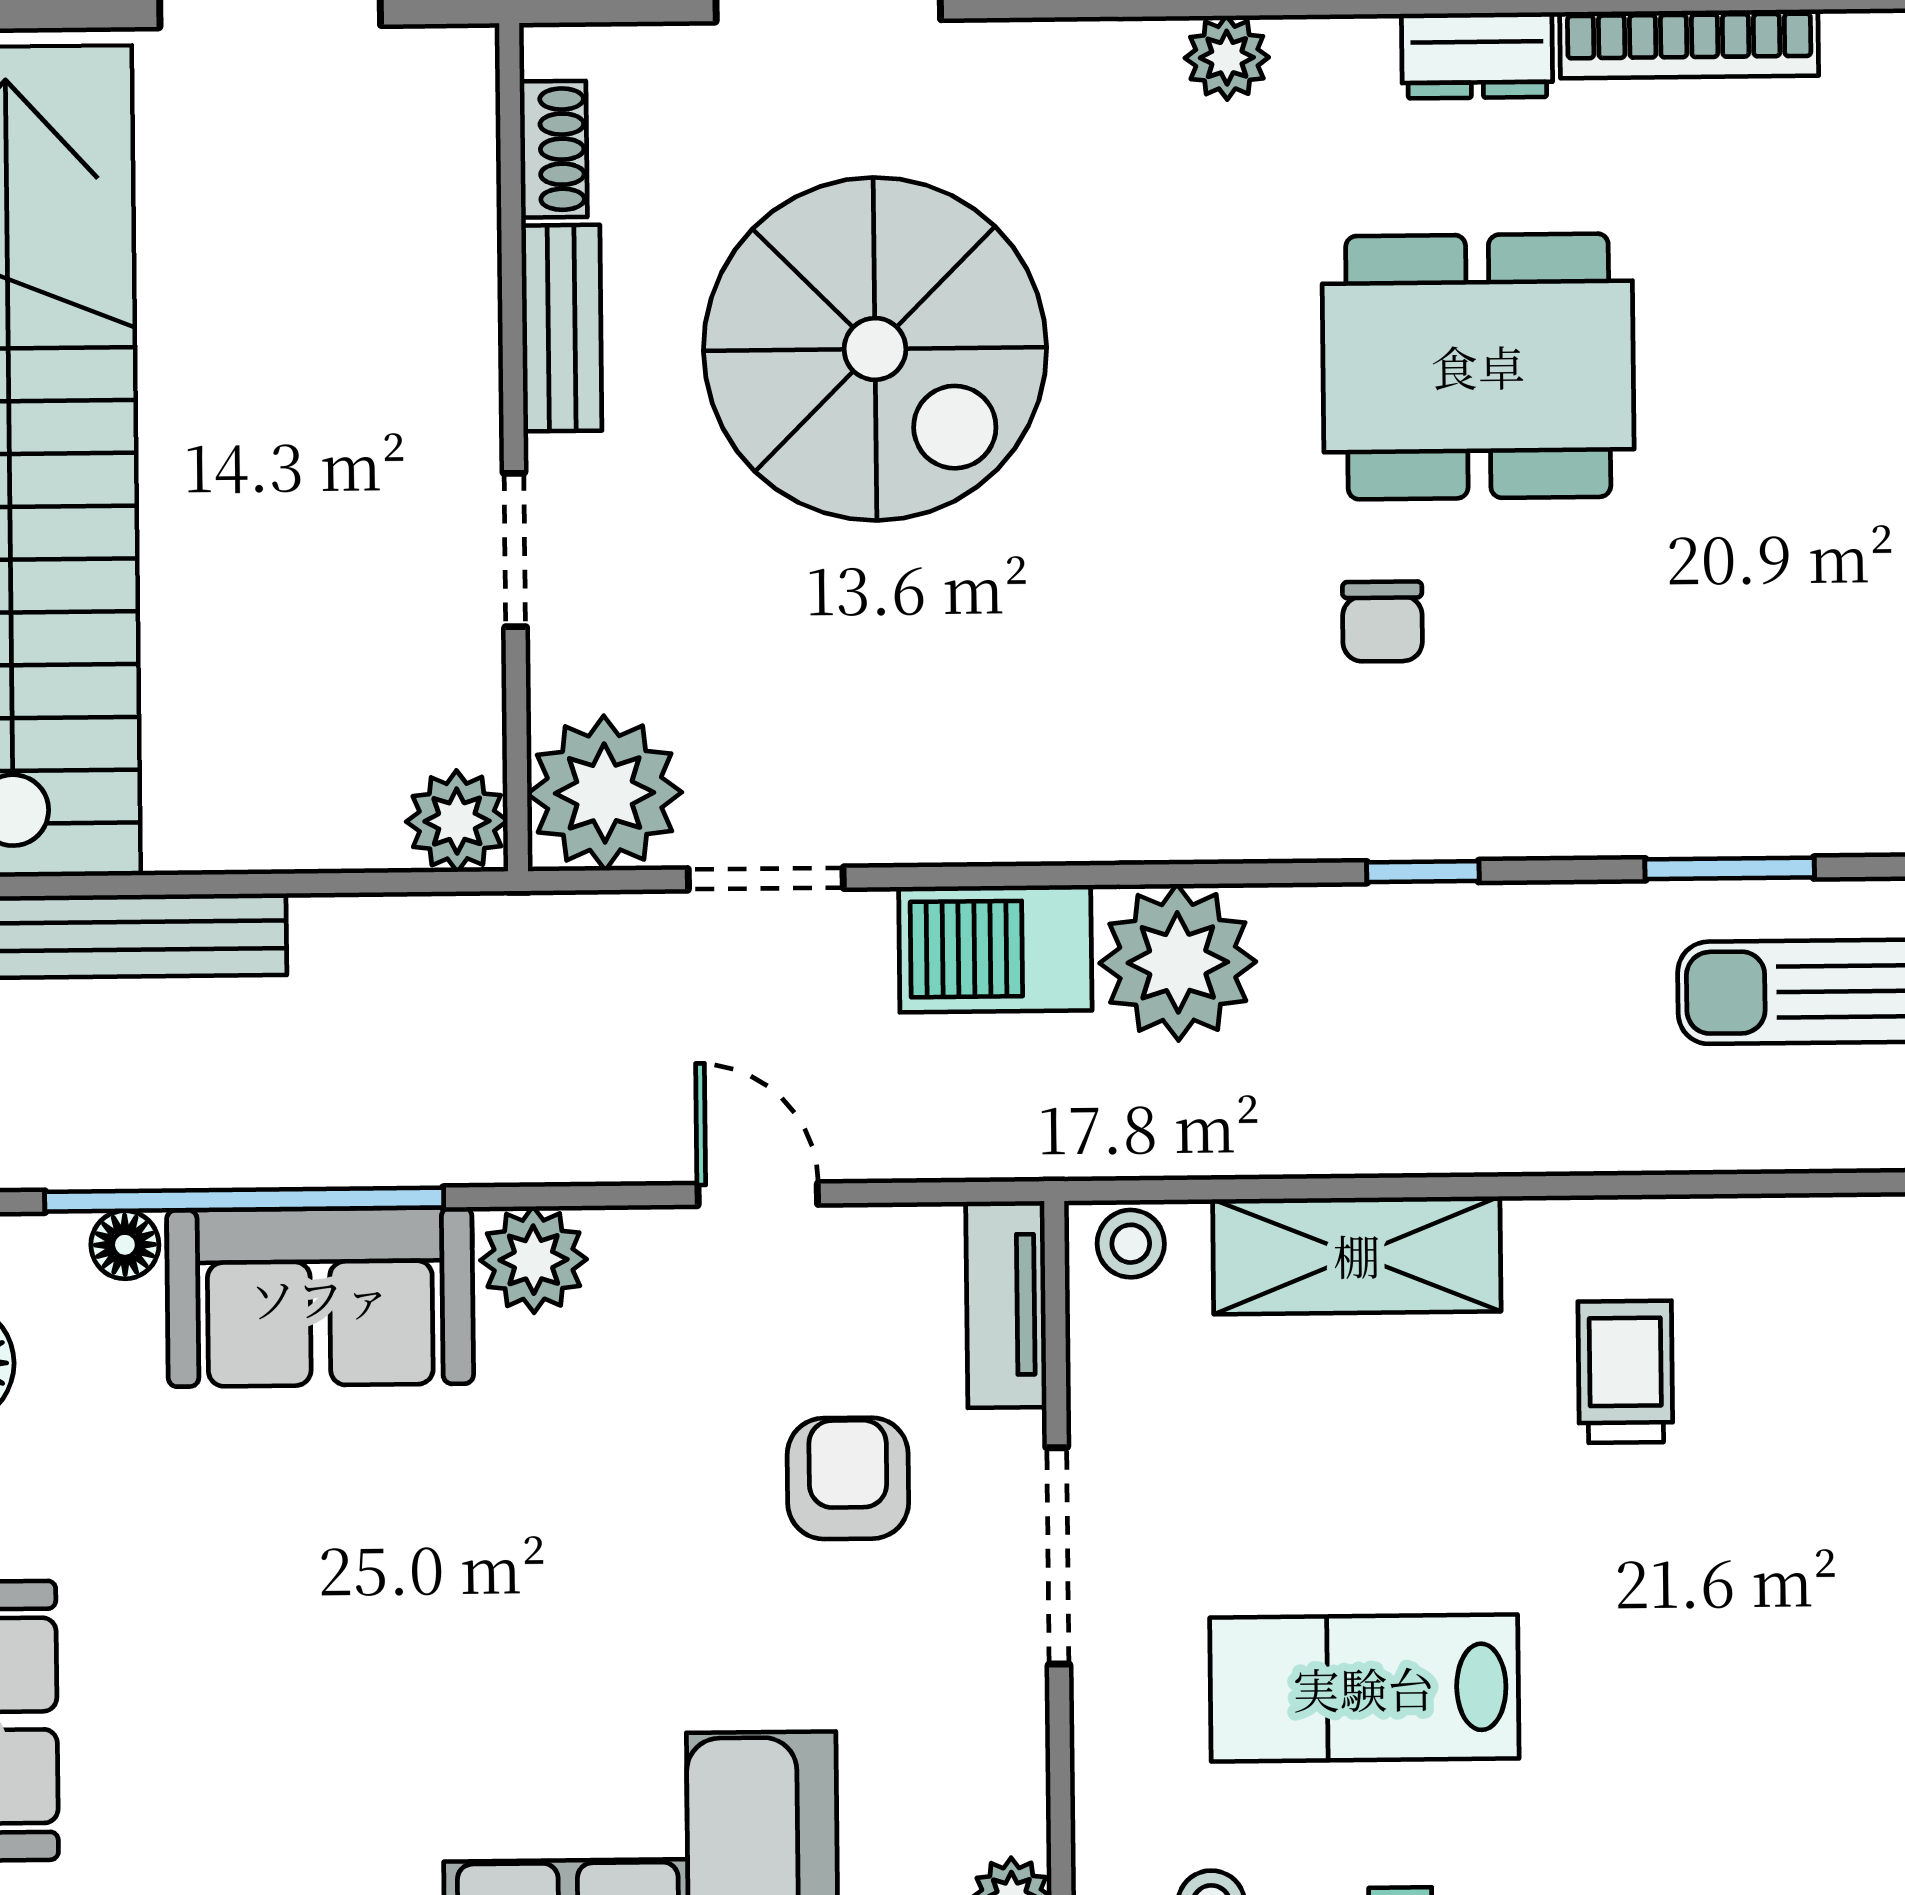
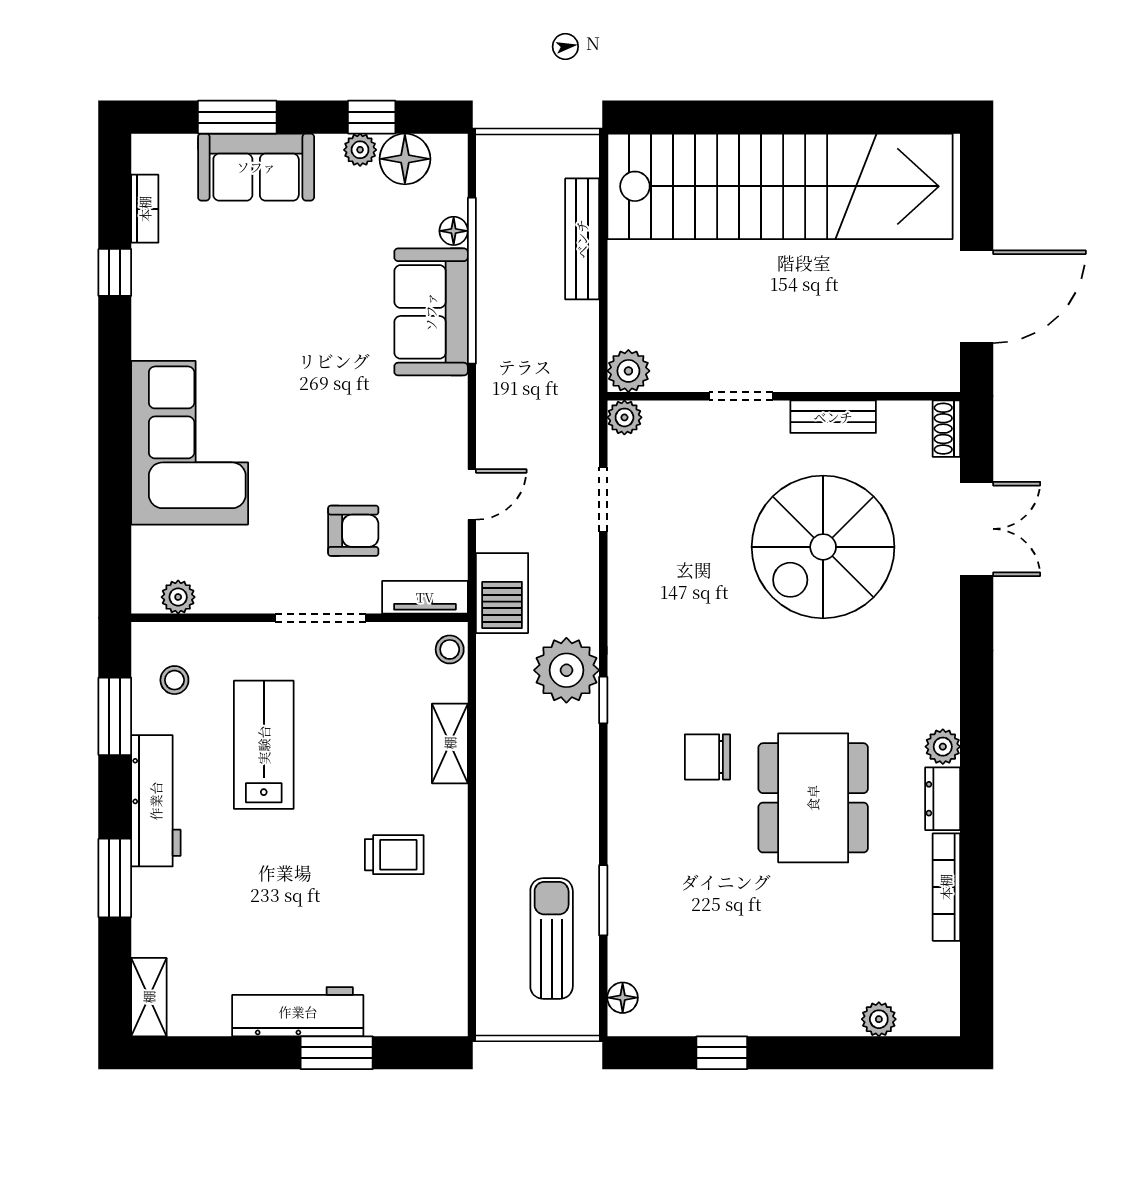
plant: (1227, 58) -> (943, 747), moved
shoe rack: (553, 149) -> (946, 429), moved, turned 90
chair: (1382, 622) -> (707, 757), width x1.37, depth x1.37
plant: (605, 793) -> (624, 417), width x0.53, depth x0.53
window: (1423, 872) -> (603, 700), moved
barbecue: (995, 949) -> (502, 593), moved, turned 180
shelving: (1357, 1255) -> (450, 743), width x0.67, depth x0.75
plant: (534, 1260) -> (446, 401), removed

